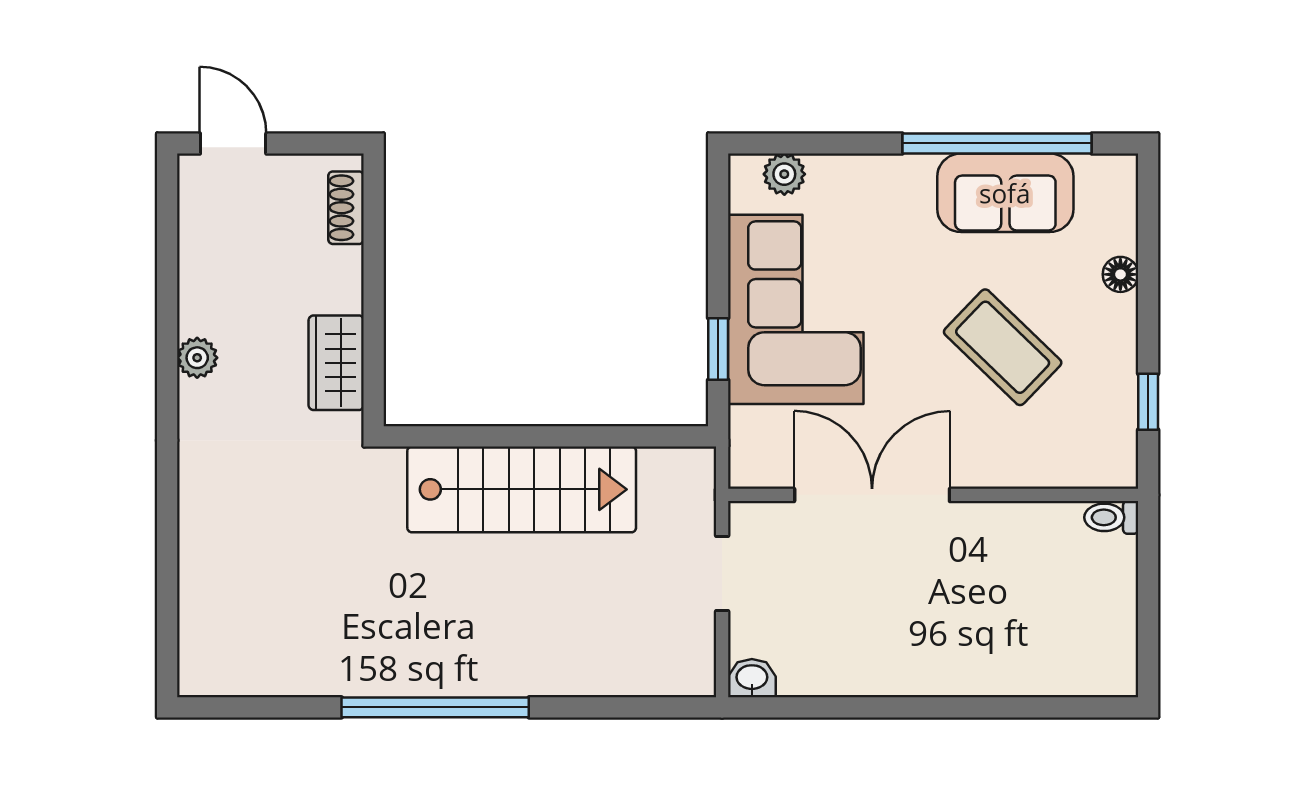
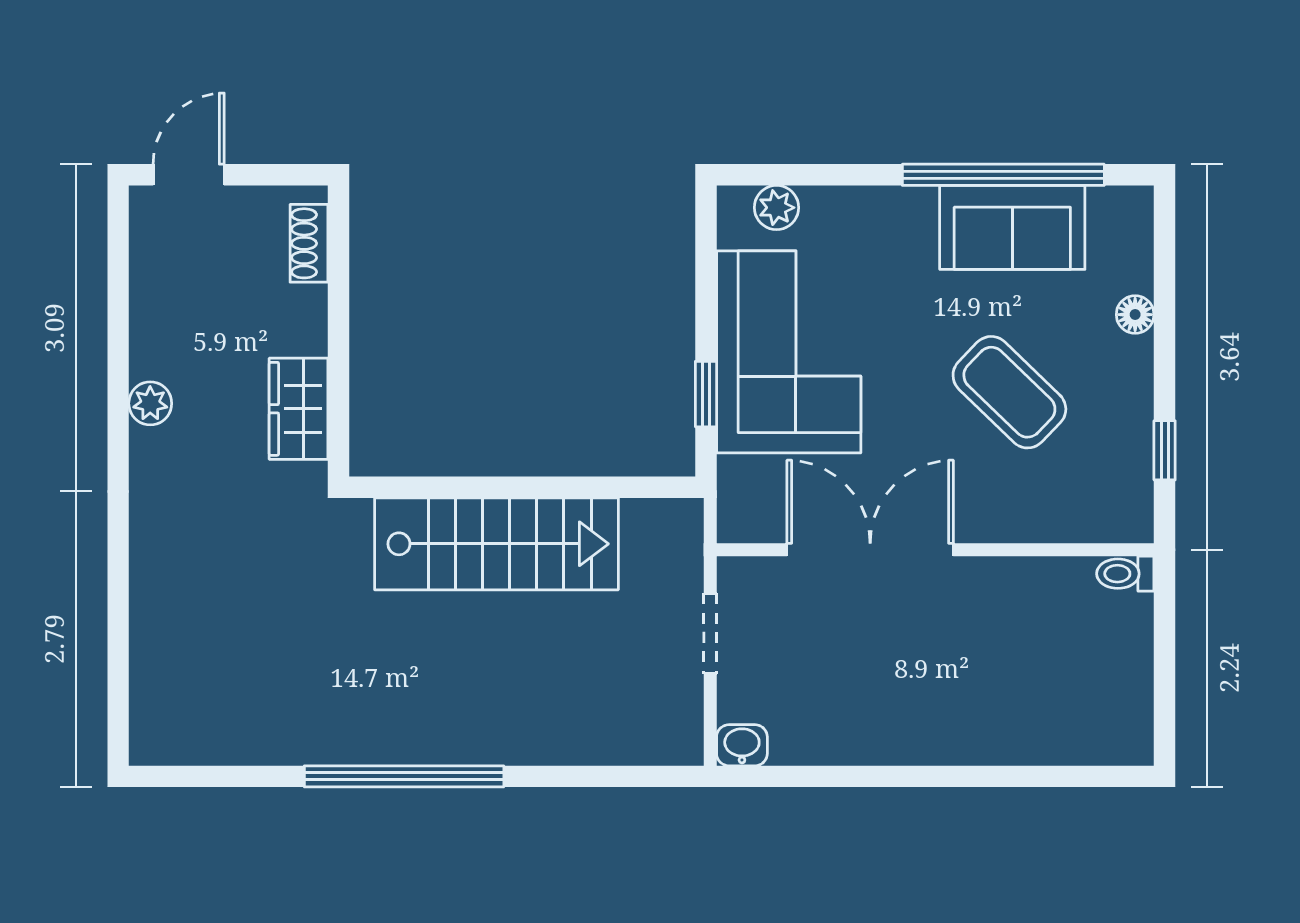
door: (233, 143) -> (189, 175), hinge flipped

